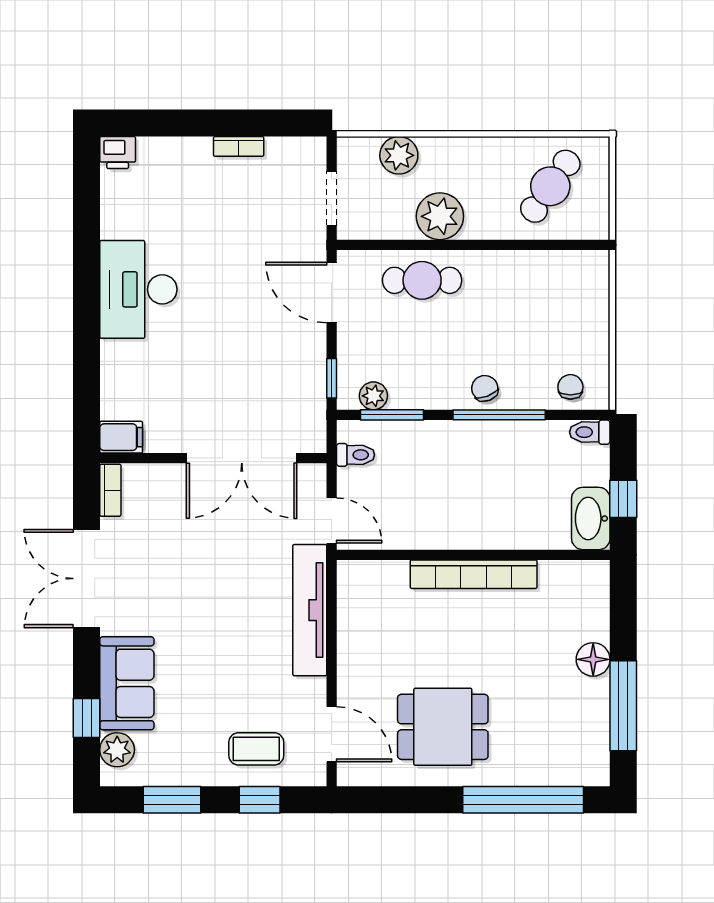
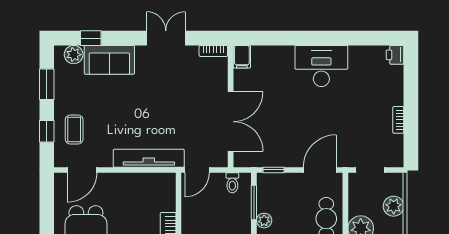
plant: (373, 396) -> (264, 221), moved
double door: (242, 458) -> (231, 122), swing flipped
double door: (87, 579) -> (166, 38), width x0.73

